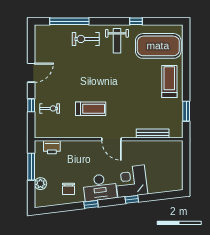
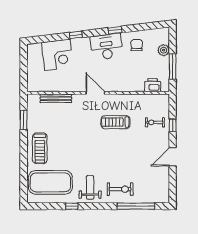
corner desk: (131, 181) -> (57, 55), moved

